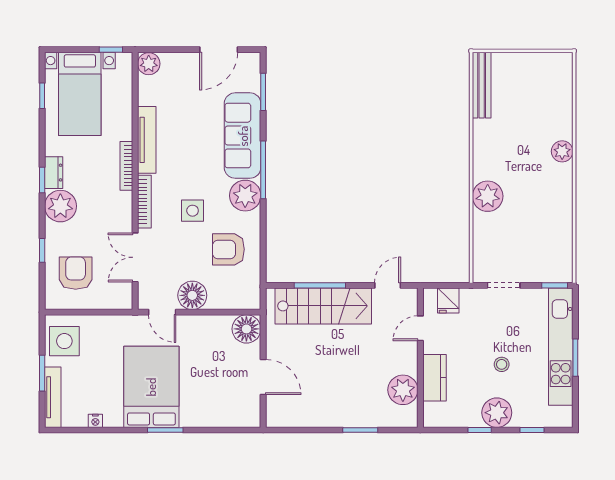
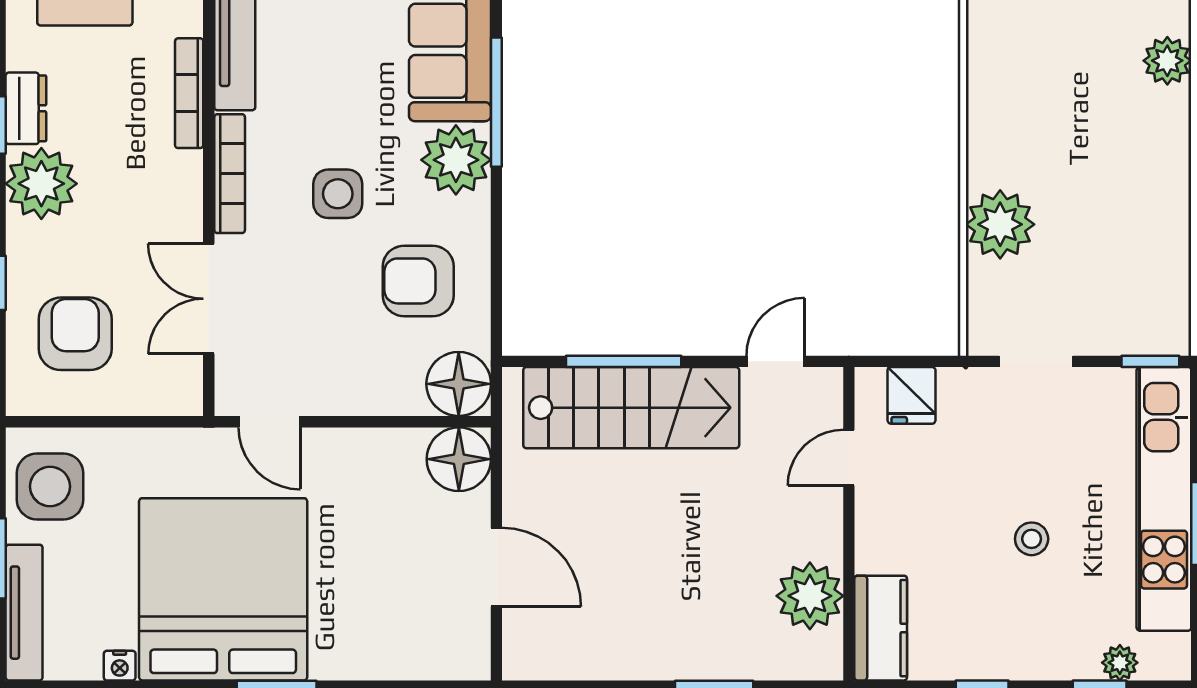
plant: (488, 196) -> (1000, 224), moved
floor lamp: (192, 295) -> (459, 384), moved
kitchen counter: (434, 378) -> (881, 628), moved
bed: (151, 387) -> (223, 589), width x1.36
plant: (497, 413) -> (1120, 663), moved, width x0.53, depth x0.53

